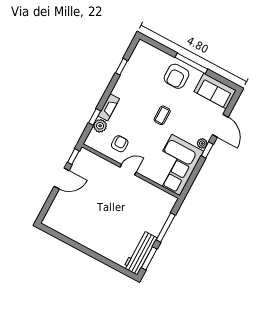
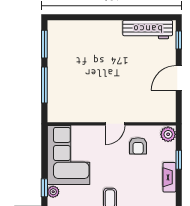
plant: (100, 126) -> (168, 134), moved
window: (73, 157) -> (179, 40), moved
workbench: (140, 253) -> (148, 29), moved, turned 90

